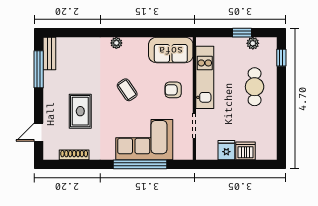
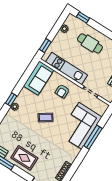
window: (122, 33) -> (11, 100), added
window: (242, 33) -> (45, 46), moved
rug: (80, 111) -> (24, 158), moved
window: (140, 164) -> (93, 137), width x0.68

